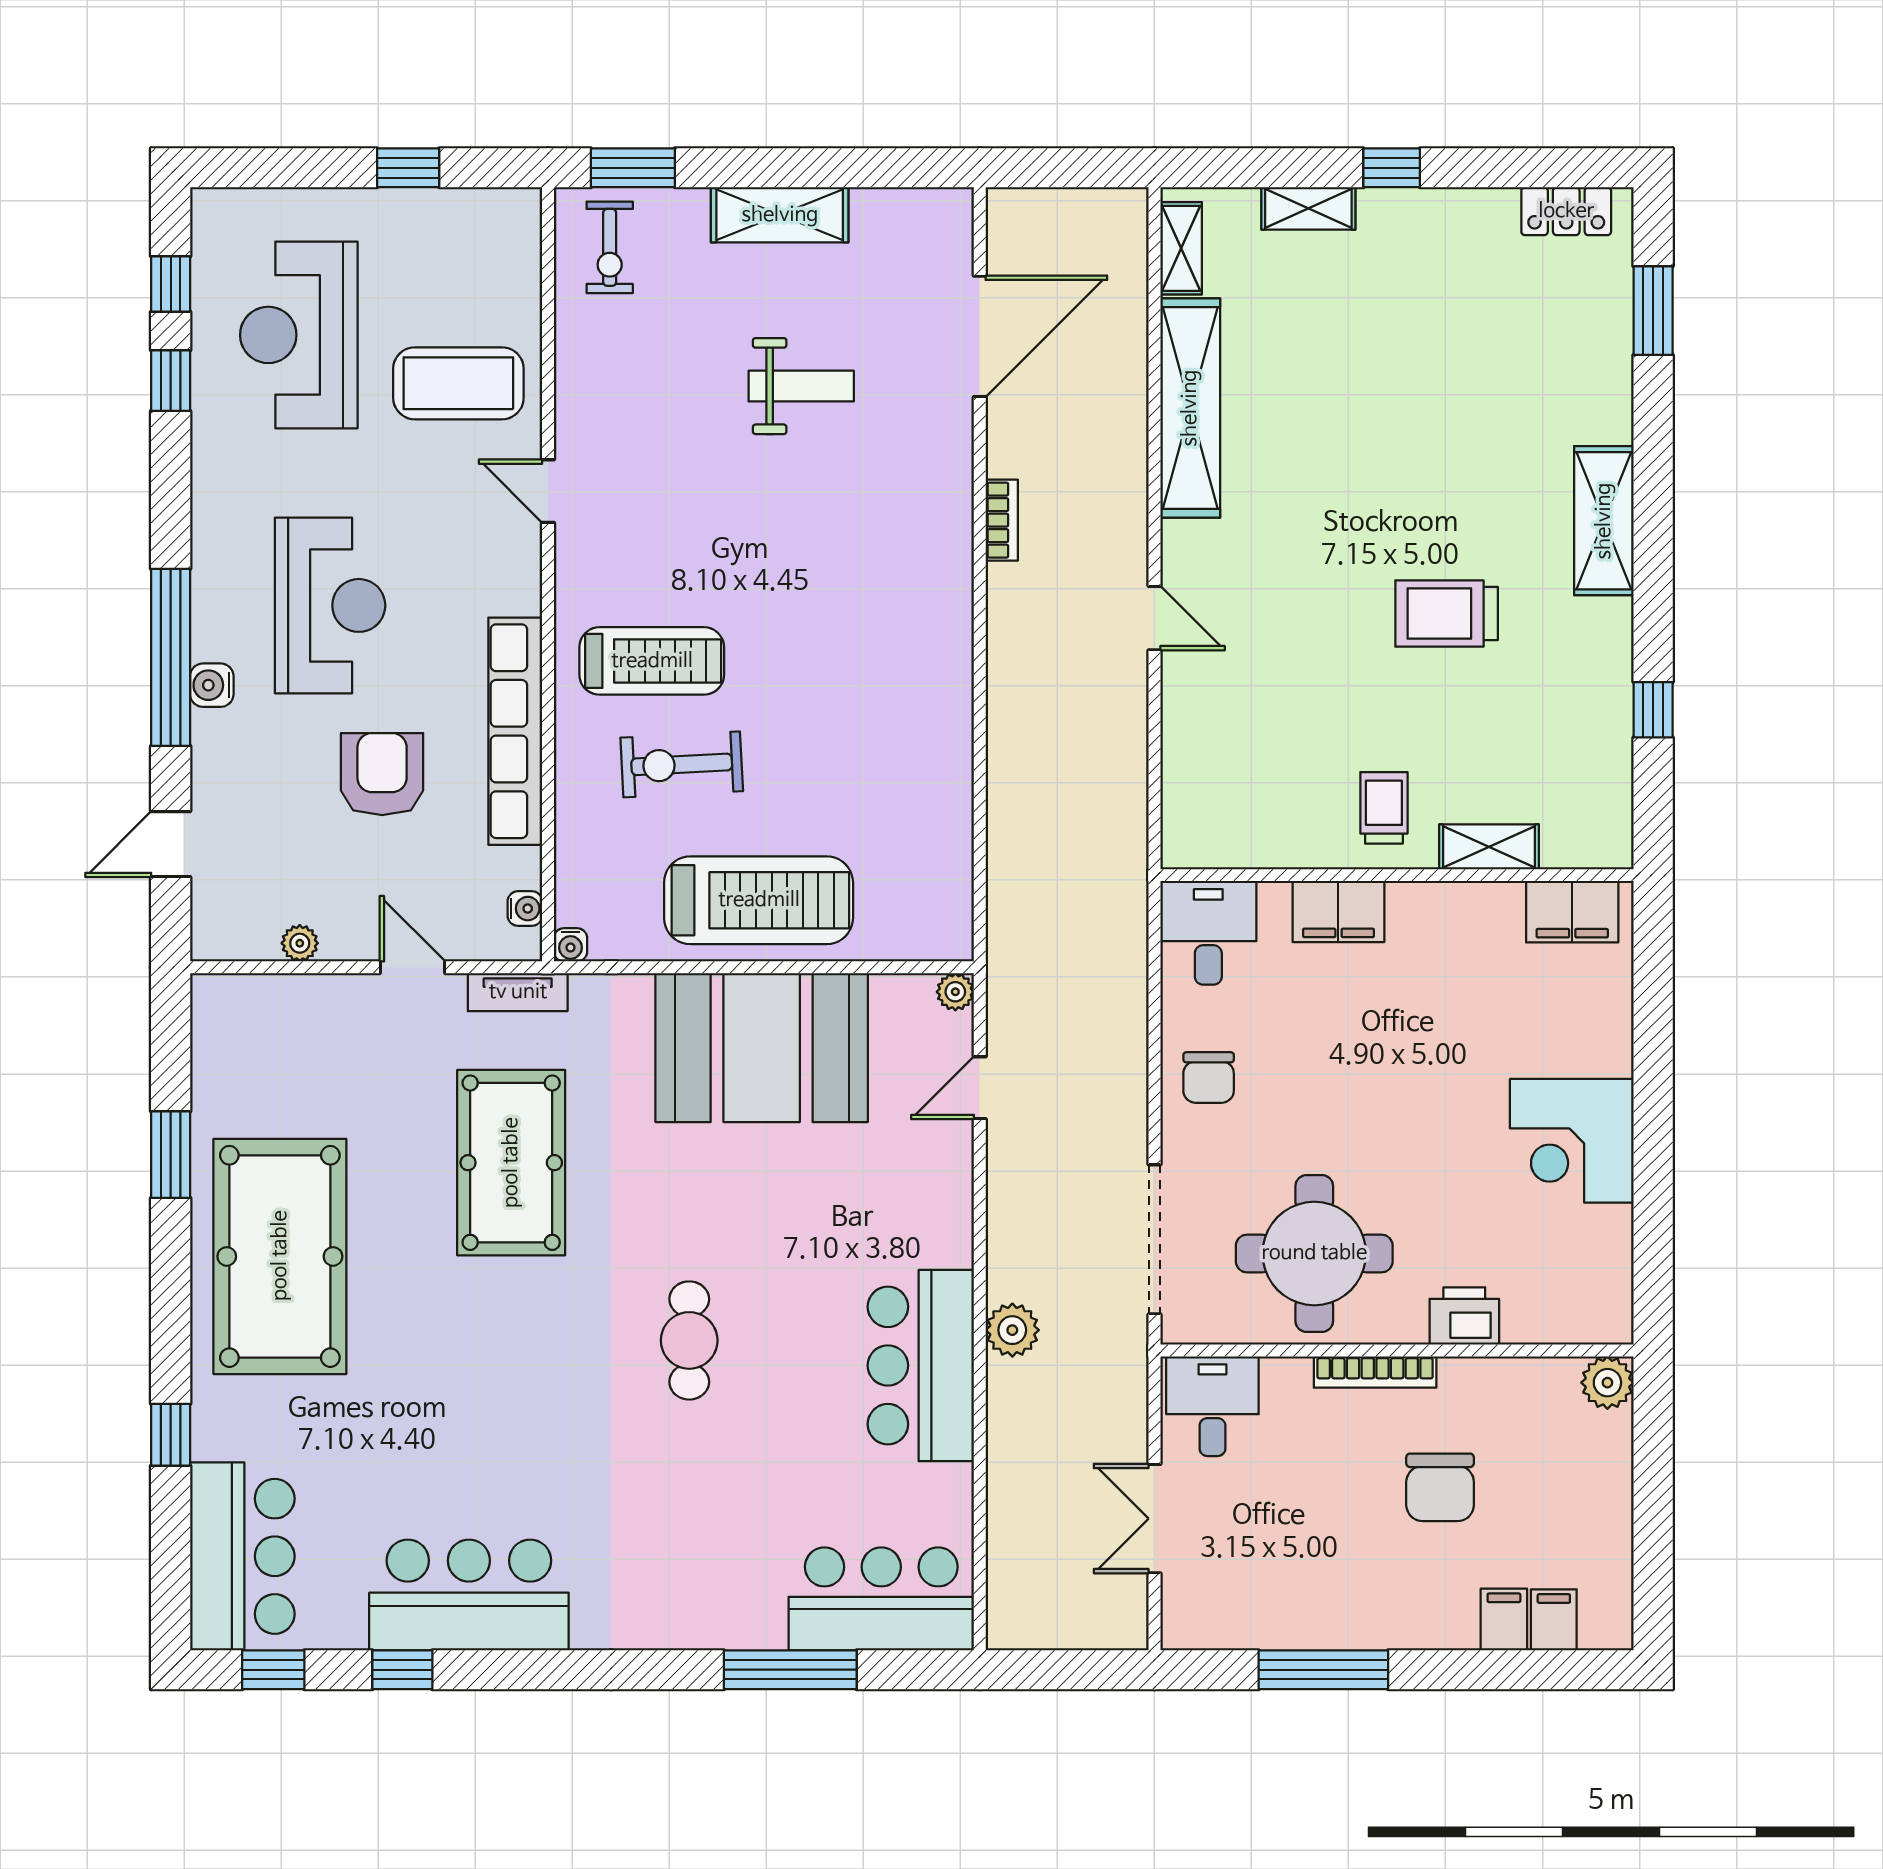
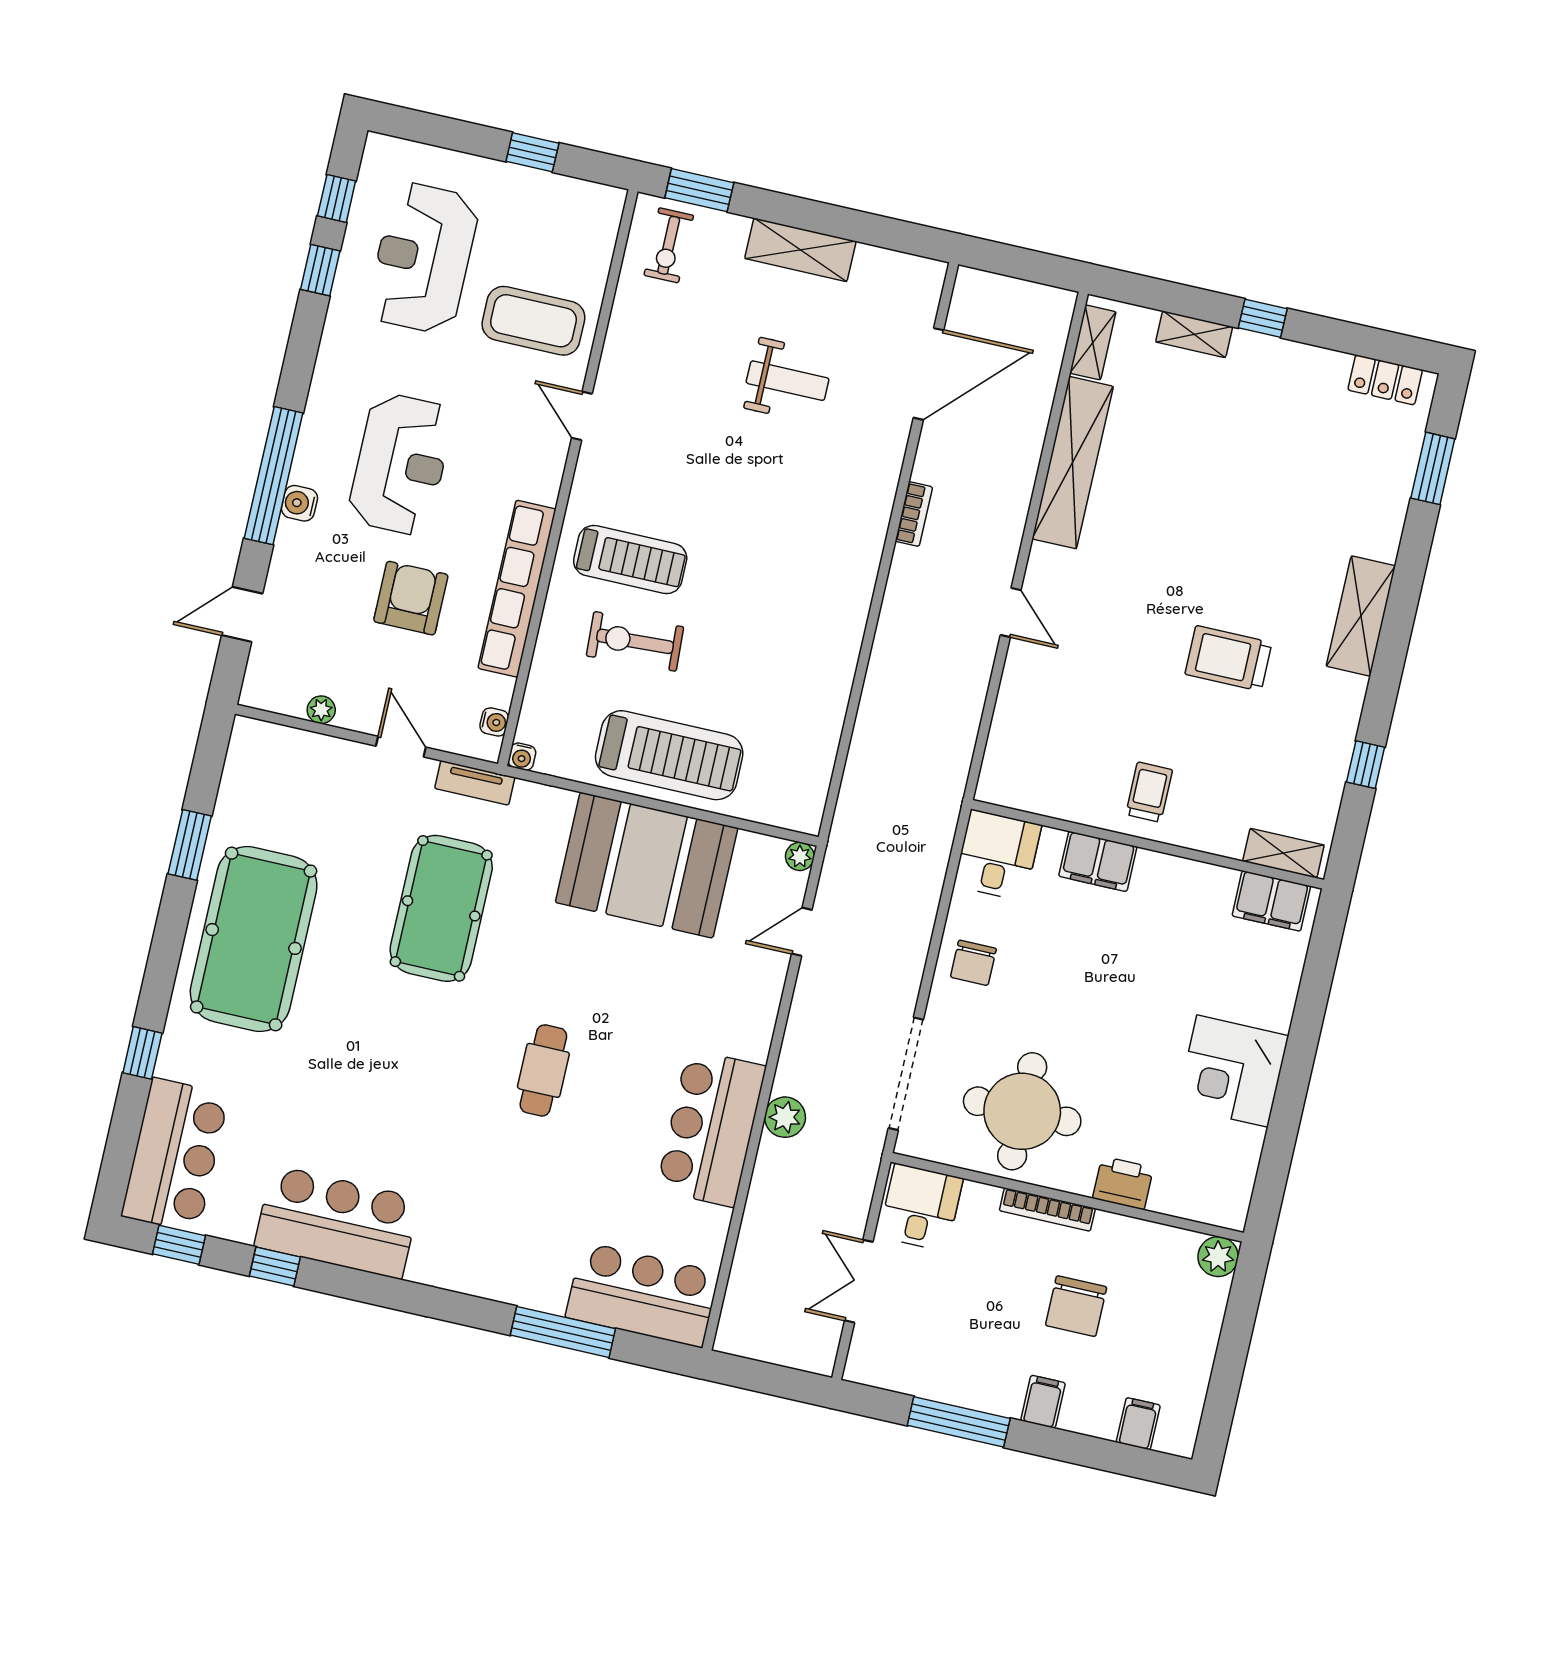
shelving: (1489, 847) -> (1283, 853), moved
filing cabinet: (1504, 1619) -> (1043, 1402), moved

